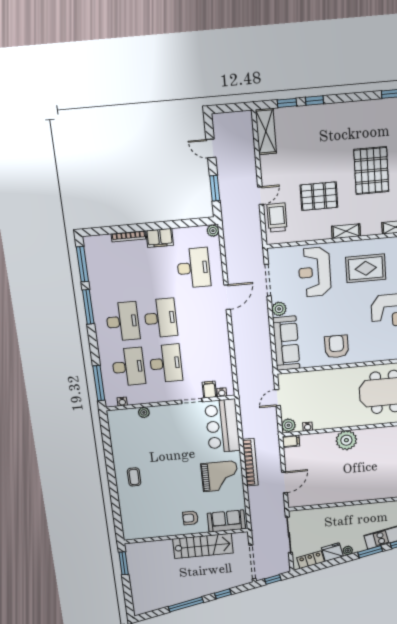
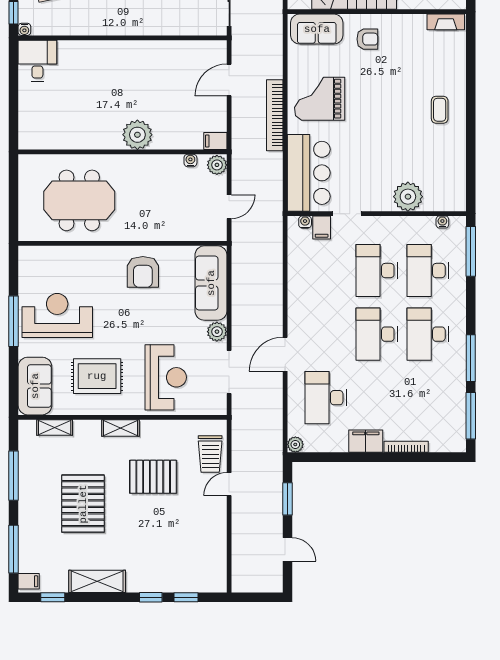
shelving: (266, 132) -> (97, 581), moved, turned 90
plant: (144, 412) -> (408, 197), width x1.88, depth x1.88
fireplace: (137, 534) -> (446, 22), added

